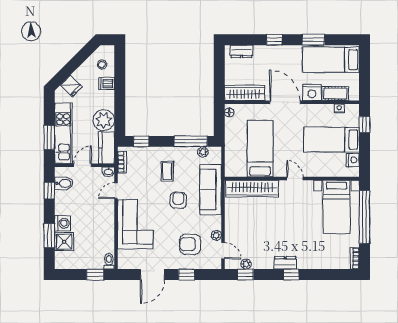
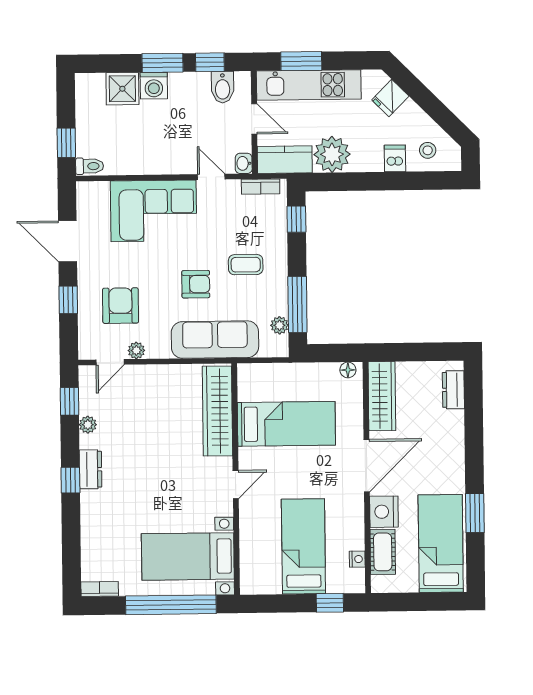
window: (274, 40) -> (474, 446), removed
nightstand: (353, 160) -> (269, 584), removed
window: (49, 236) -> (162, 63), moved
plant: (246, 264) -> (88, 425), moved

